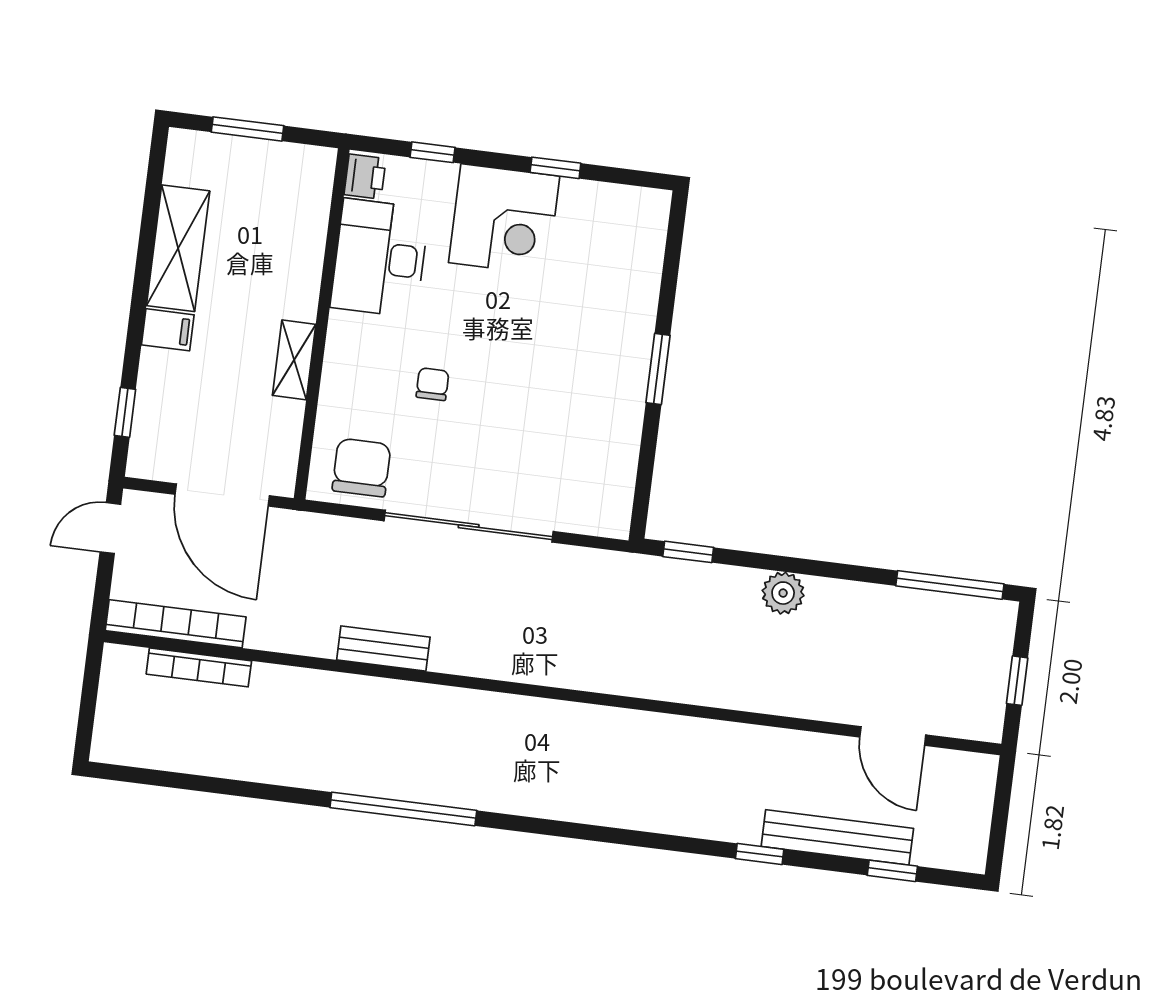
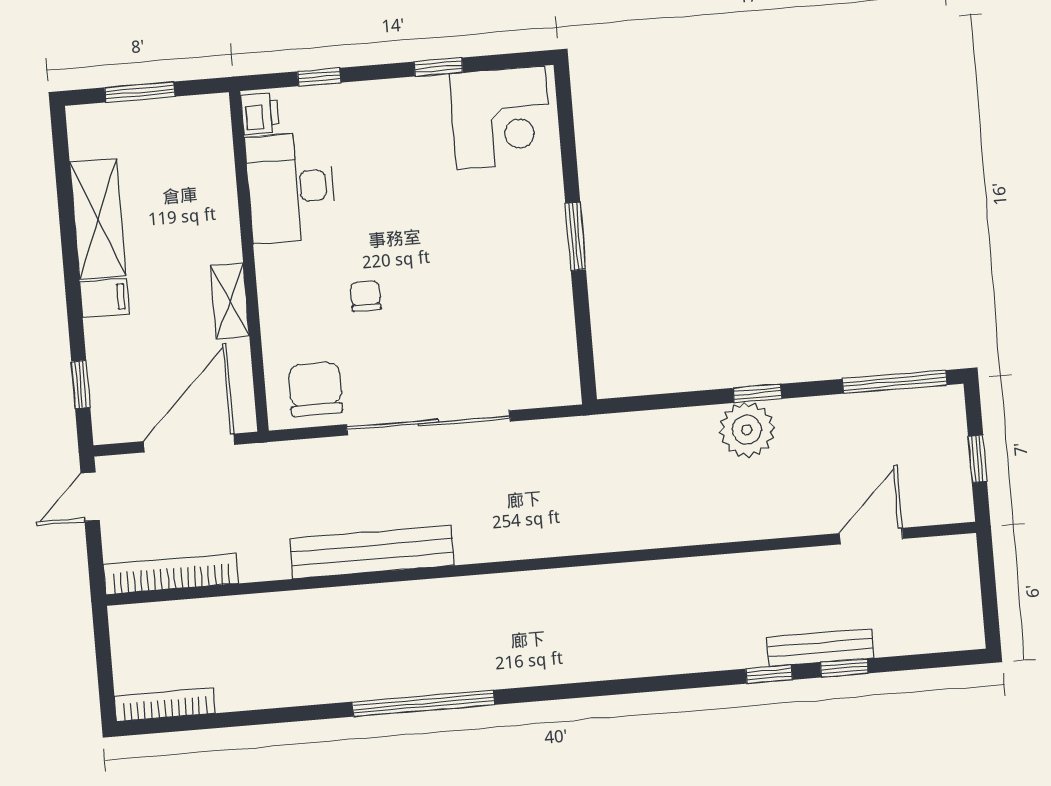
corner desk: (504, 219) -> (501, 118), moved
door: (222, 495) -> (189, 443), swing flipped
window: (688, 552) -> (757, 393), moved
plant: (783, 593) -> (747, 430), width x1.36, depth x1.36
bench: (383, 648) -> (372, 552), width x1.86, depth x1.21
bookcase: (199, 667) -> (165, 705), moved, turned 180
door: (893, 736) -> (871, 536), swing flipped
bench: (837, 837) -> (820, 648), width x0.73, depth x0.82
window: (892, 871) -> (844, 668), moved

